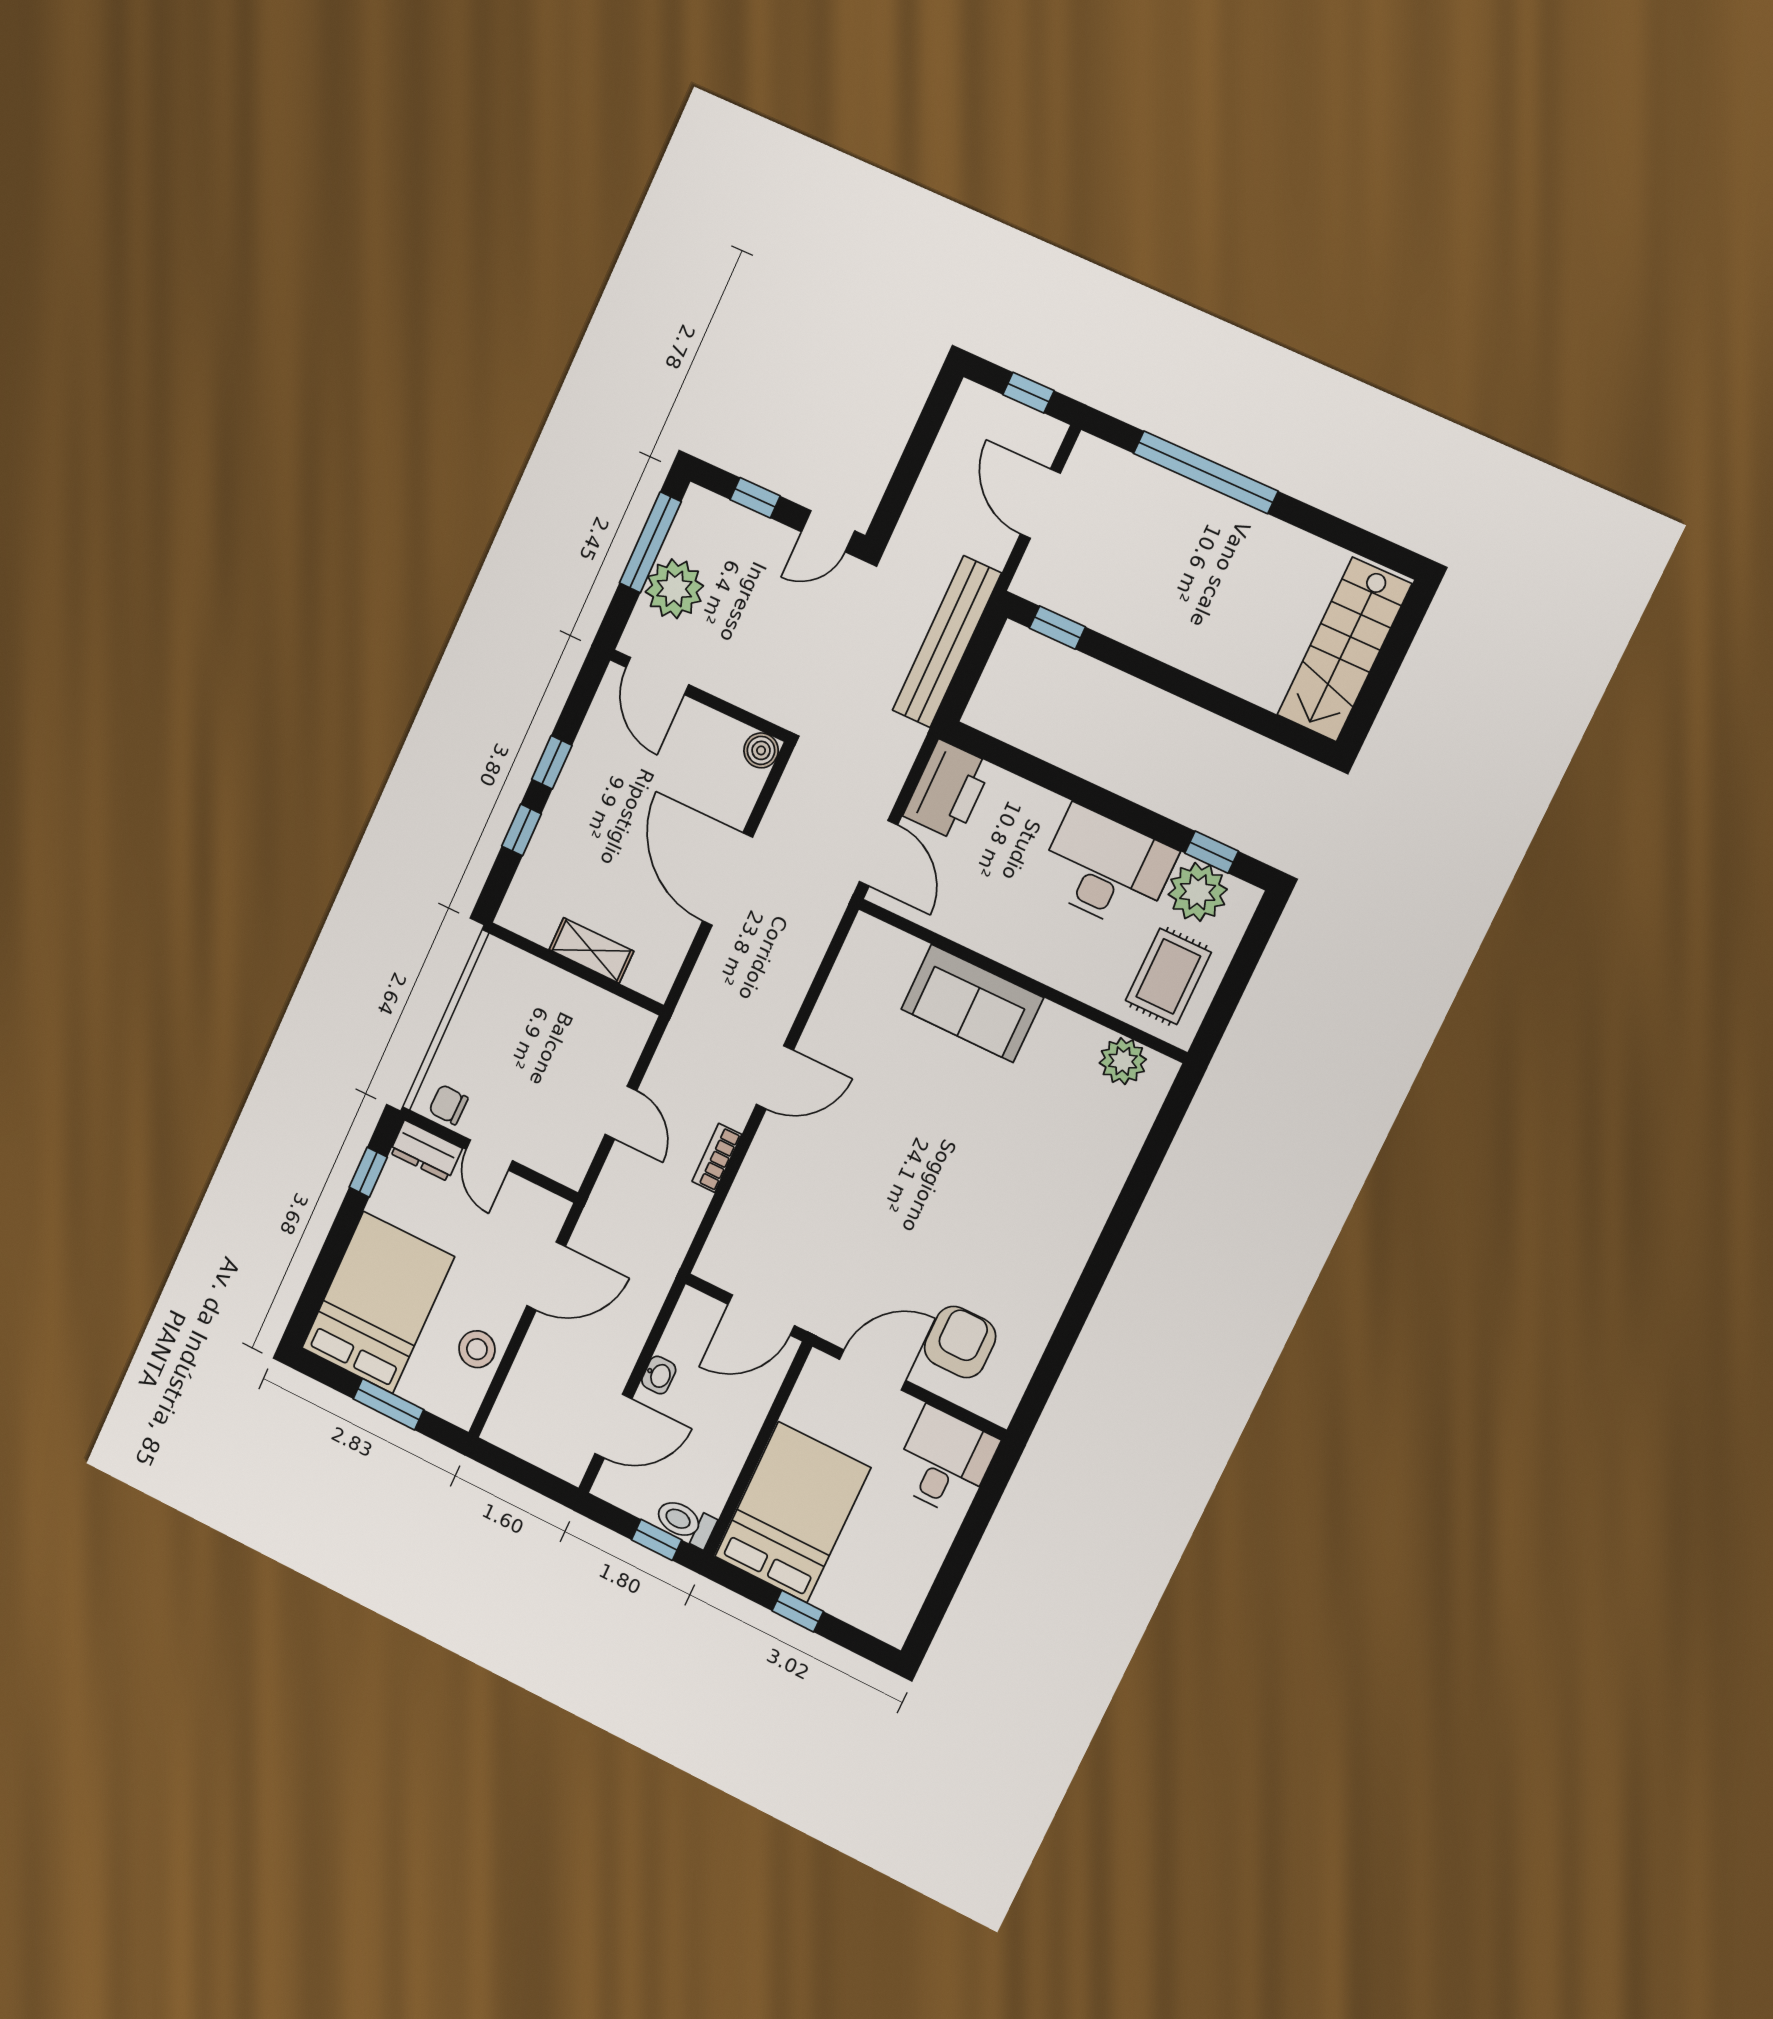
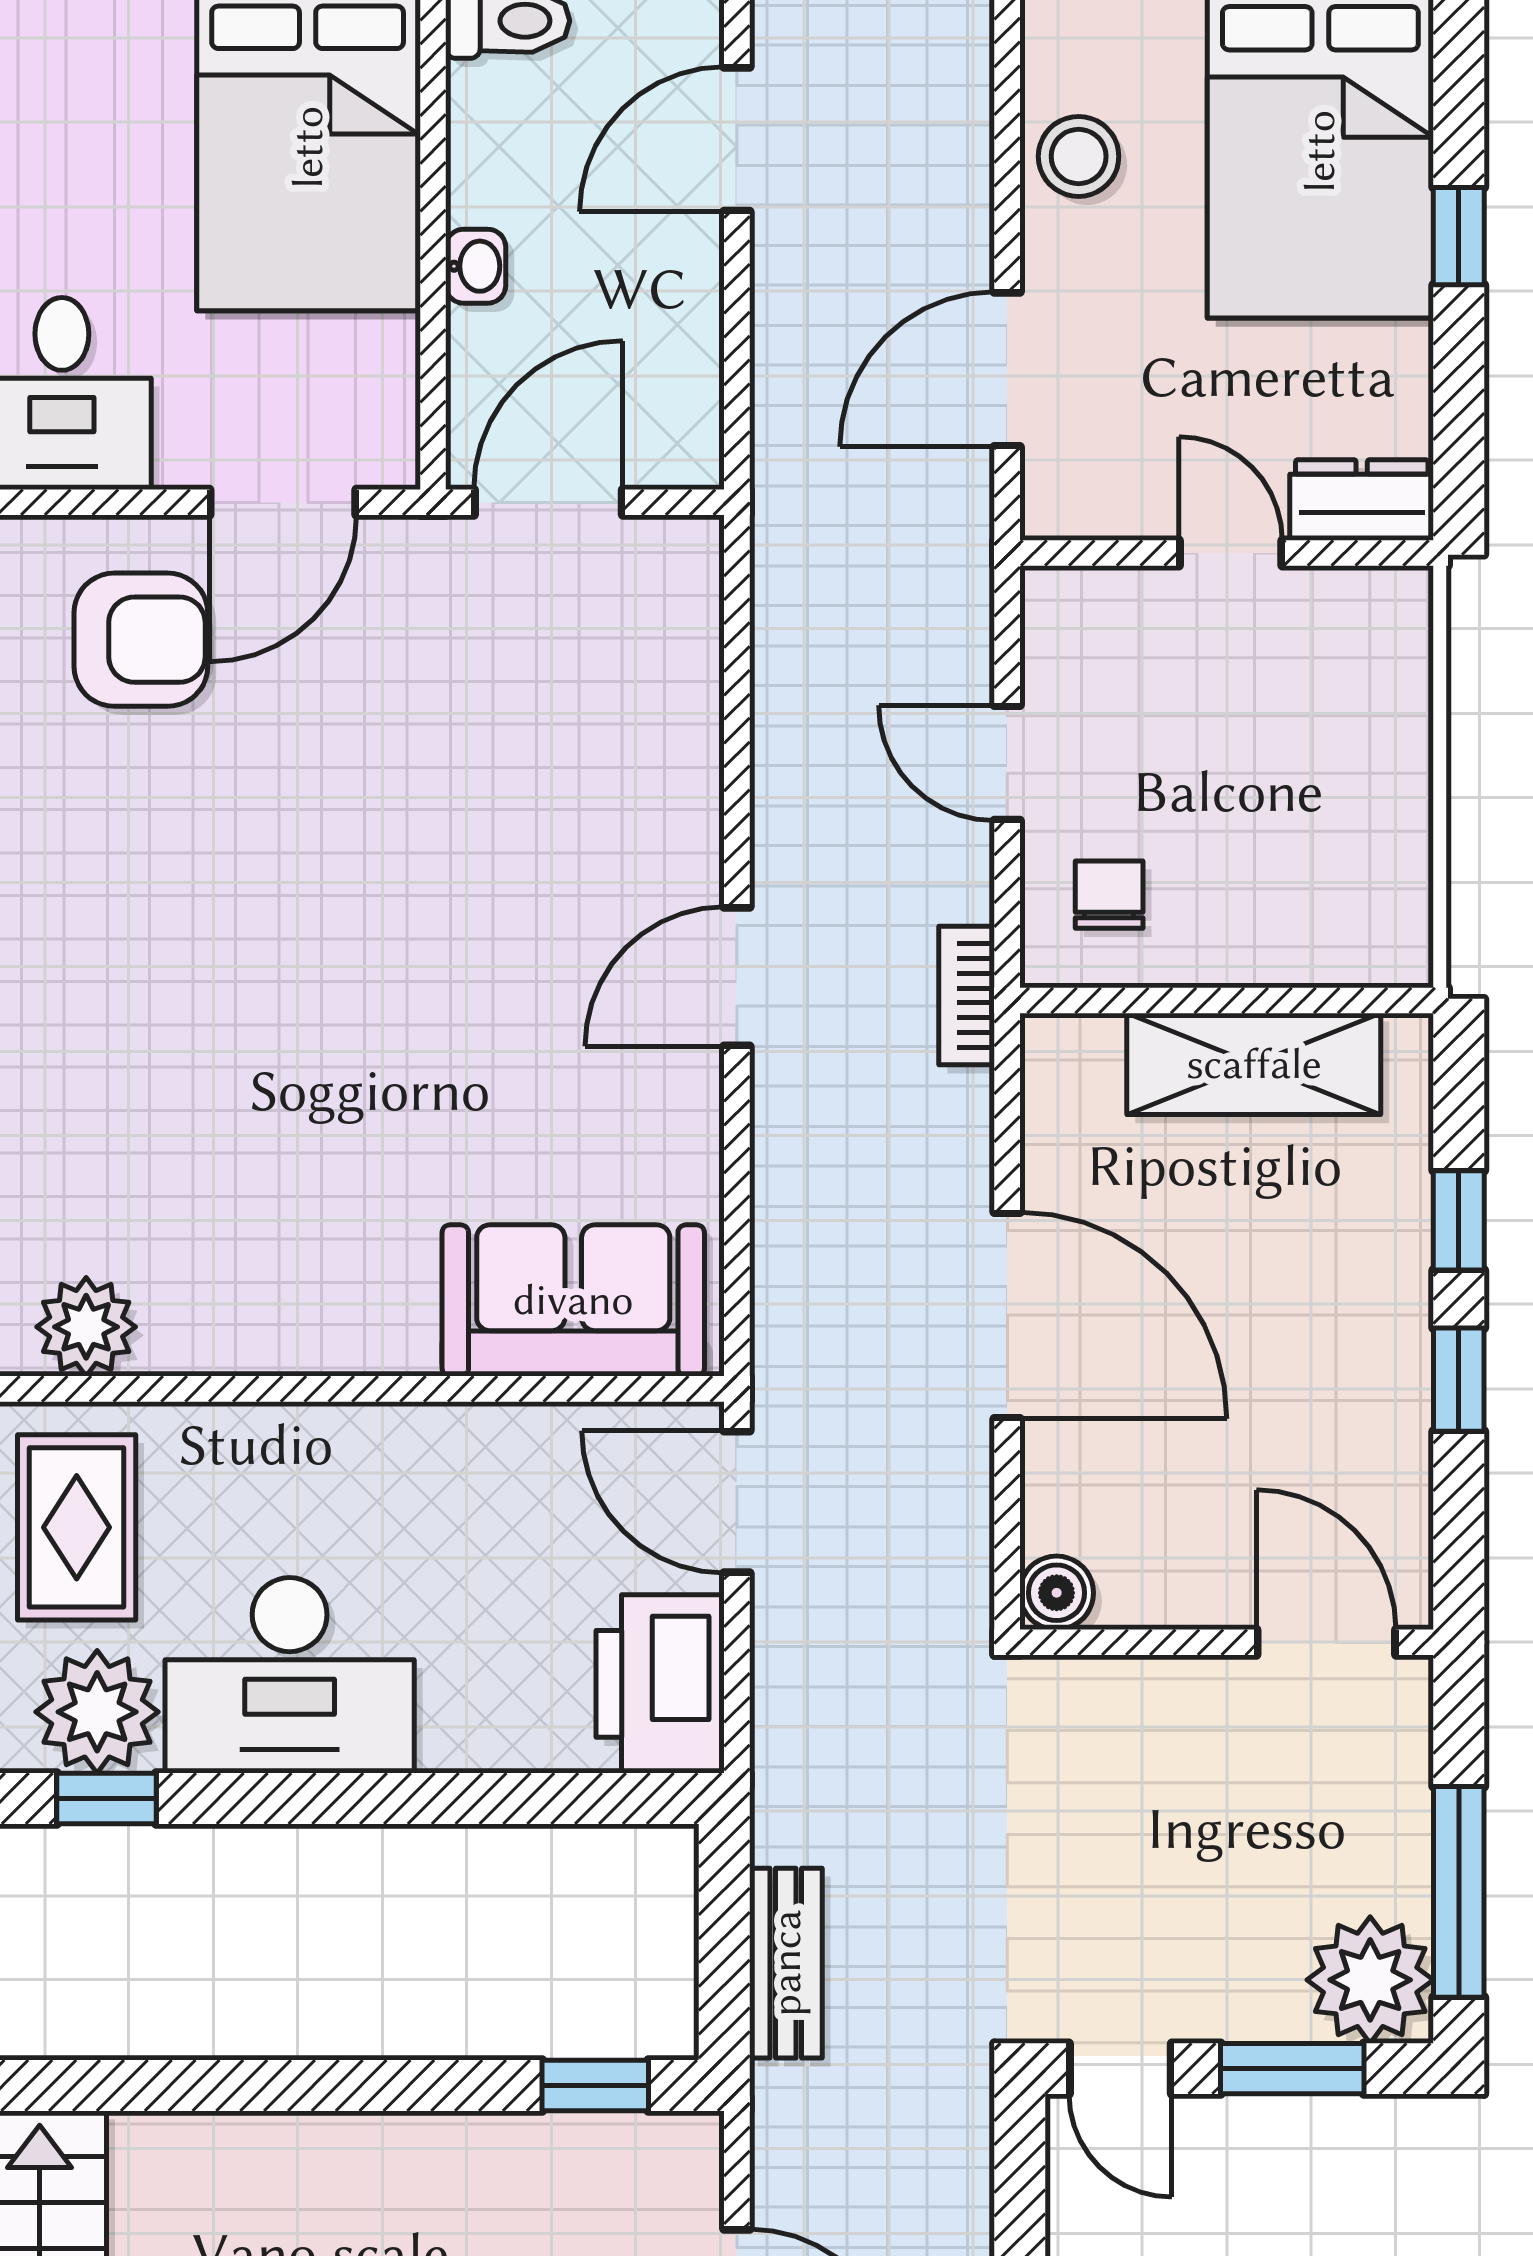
window: (755, 498) -> (1292, 2069), width x1.50
door: (828, 531) -> (1120, 2069), swing flipped
plant: (674, 589) -> (1370, 1980), moved
bench: (947, 642) -> (786, 1963), width x0.54, depth x0.82
shelving: (591, 950) -> (1254, 1064), width x1.50, depth x1.33
sofa: (972, 1003) -> (573, 1300), moved
chair: (448, 1105) -> (1109, 895), moved, turned -91
bookcase: (717, 1158) -> (967, 996), moved, turned 180
window: (368, 1172) -> (1459, 236), moved
armchair: (960, 1342) -> (141, 640), turned -90
washbasin: (659, 1375) -> (476, 266), moved, turned 180

